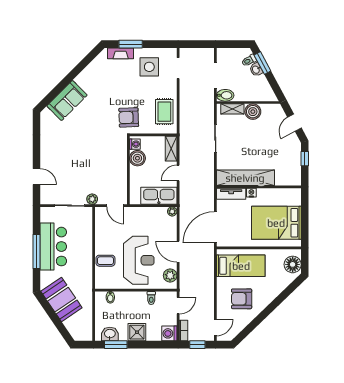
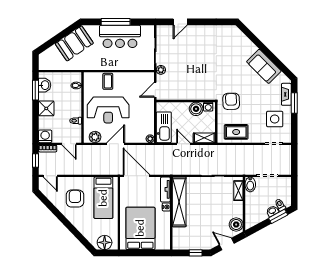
sofa: (67, 100) -> (264, 66), moved
boiler: (253, 112) -> (236, 224), moved

